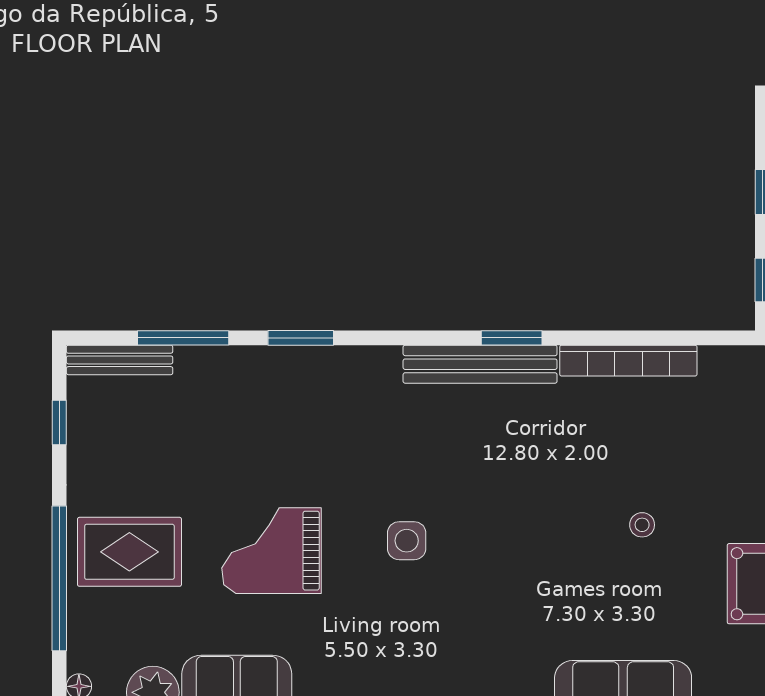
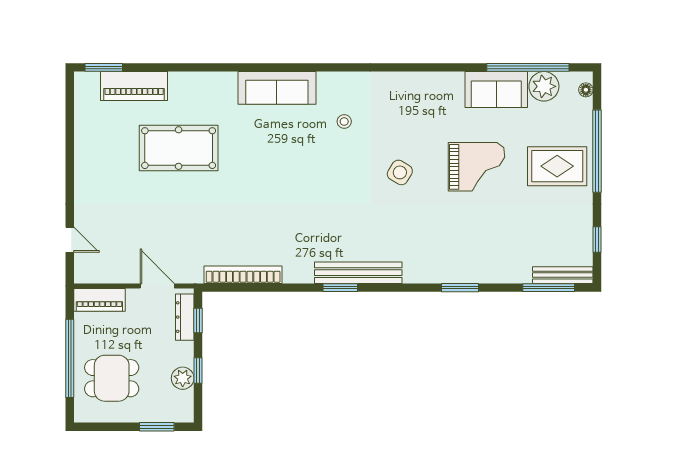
window: (183, 338) -> (549, 288), moved
bookcase: (628, 361) -> (243, 275), moved
stool: (642, 525) -> (344, 122), moved
side table: (407, 541) -> (400, 172), turned 31

